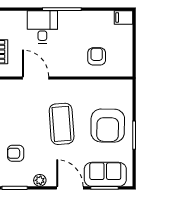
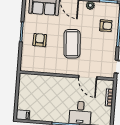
armchair: (97, 56) -> (44, 89), removed
armchair: (108, 126) -> (40, 40), width x0.53, depth x0.53

